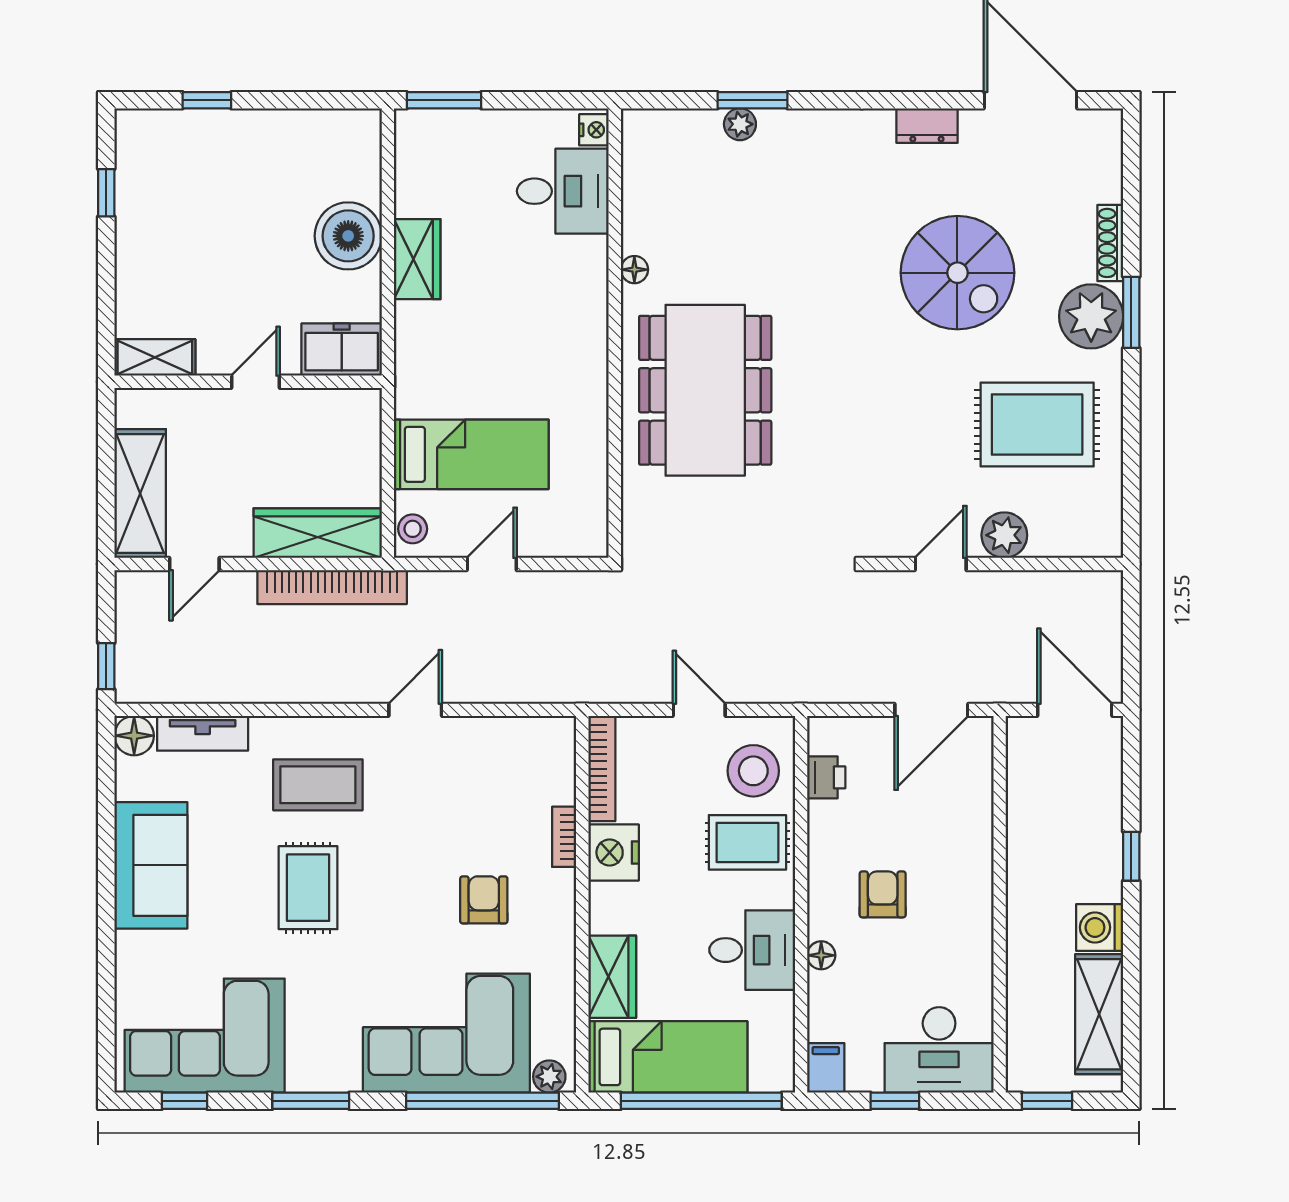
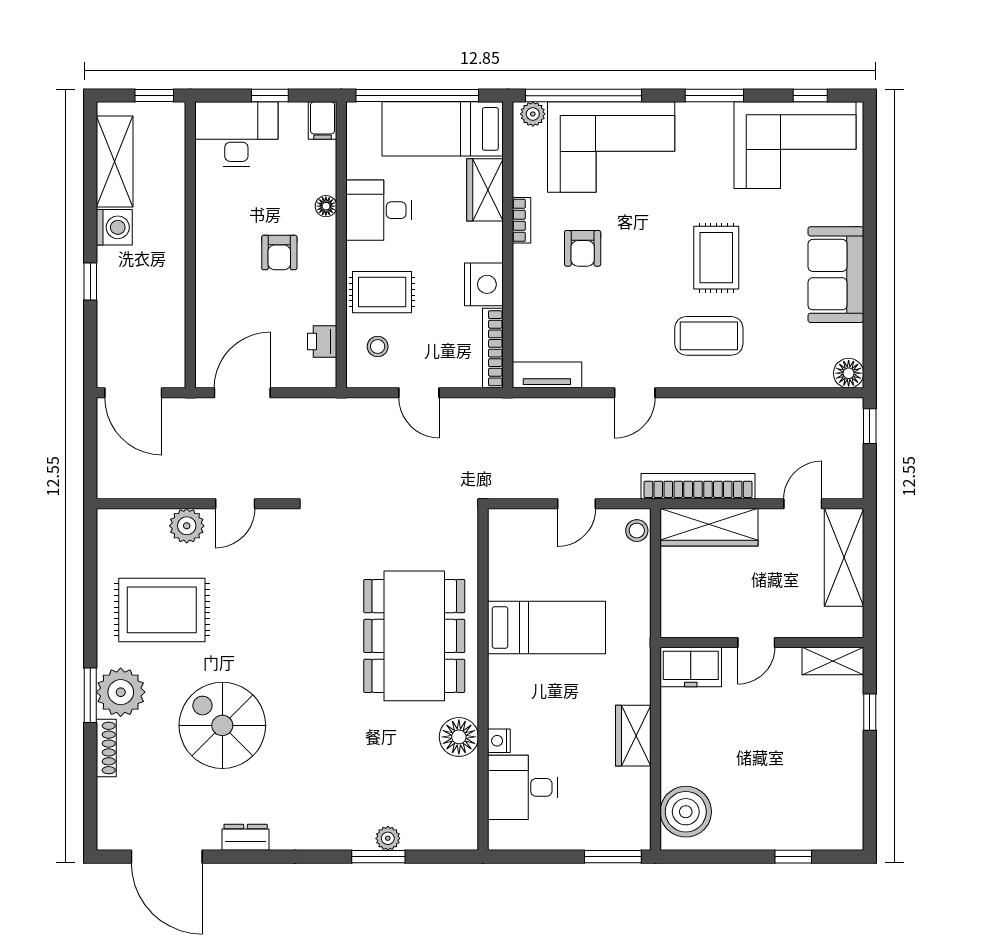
nightstand: (594, 130) -> (499, 741), moved
window: (106, 193) -> (870, 712), moved
boiler: (348, 236) -> (686, 812), moved
floor lamp: (634, 270) -> (459, 737), width x1.89, depth x1.89
bed: (471, 454) -> (546, 627), moved, turned 180
tv unit: (203, 733) -> (547, 375), moved
stool: (753, 771) -> (378, 346), width x0.53, depth x0.53
bookcase: (564, 837) -> (521, 220), moved

